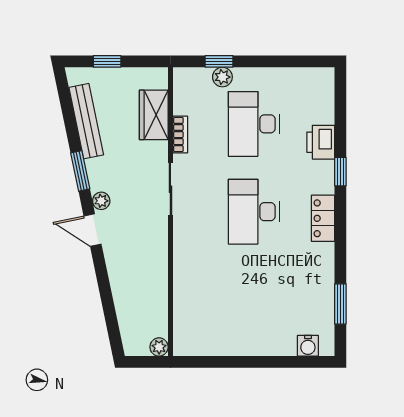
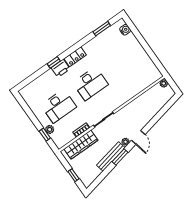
wardrobe: (154, 115) -> (81, 145), width x1.50
bench: (86, 121) -> (111, 156), moved
printer: (321, 142) -> (61, 68), moved

